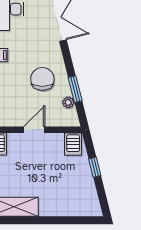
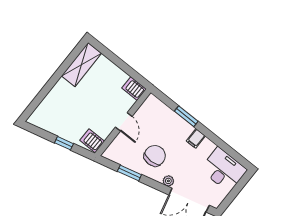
chair: (42, 79) -> (155, 156), turned -91
plant: (68, 102) -> (168, 181), moved

